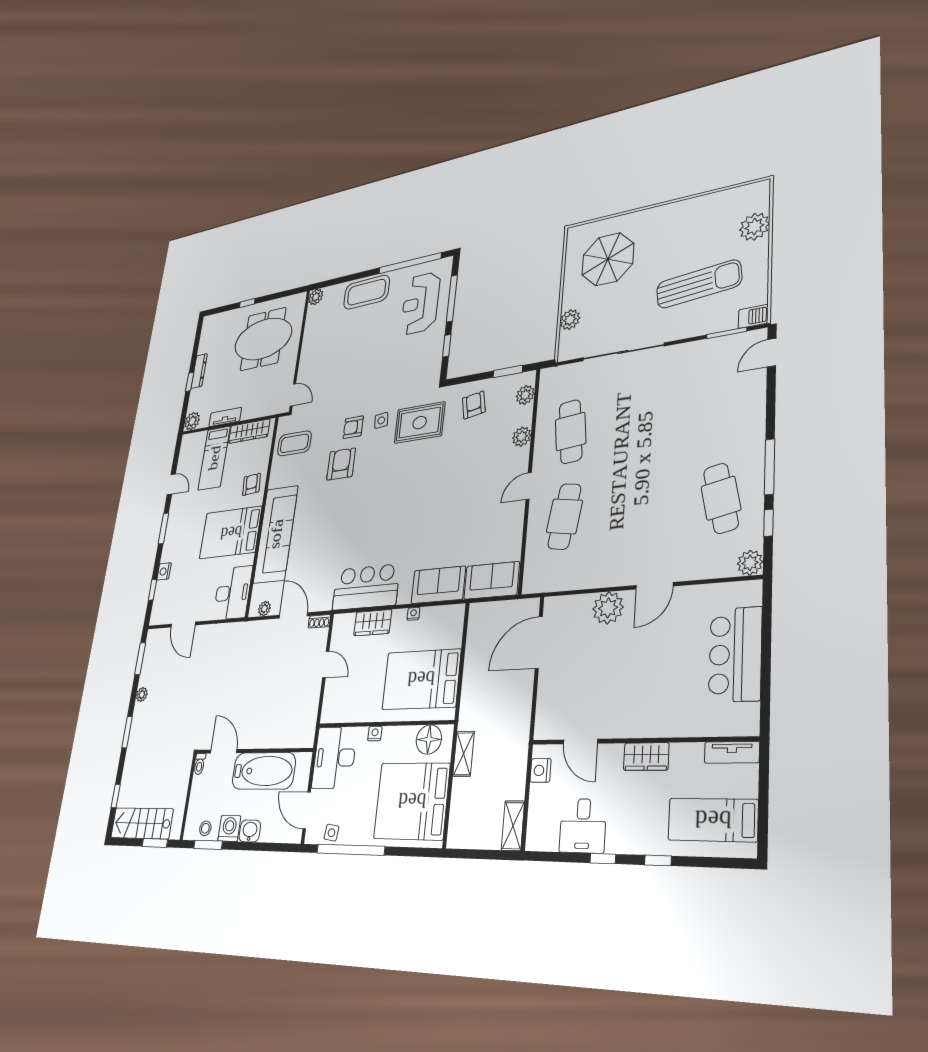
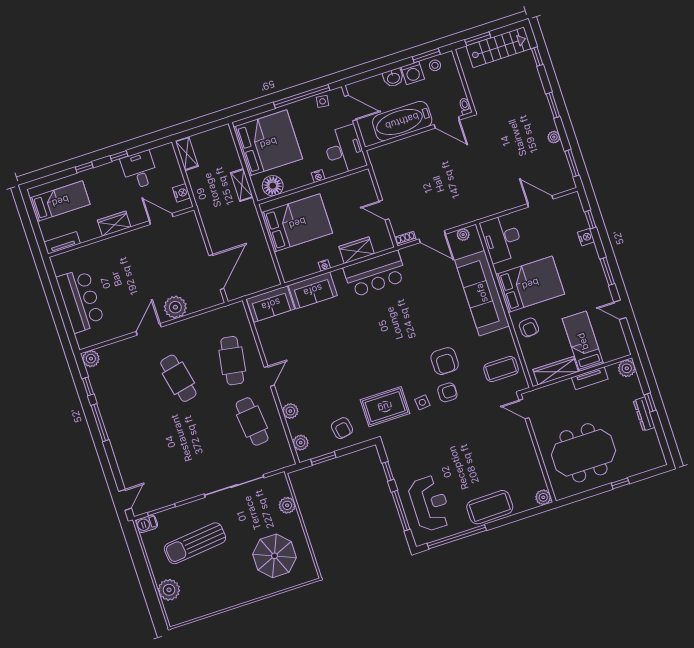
cafe table: (721, 498) -> (178, 378), moved

